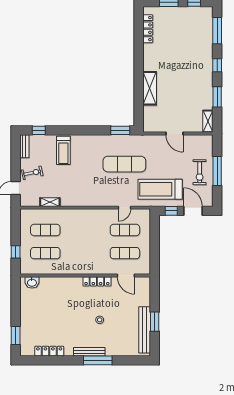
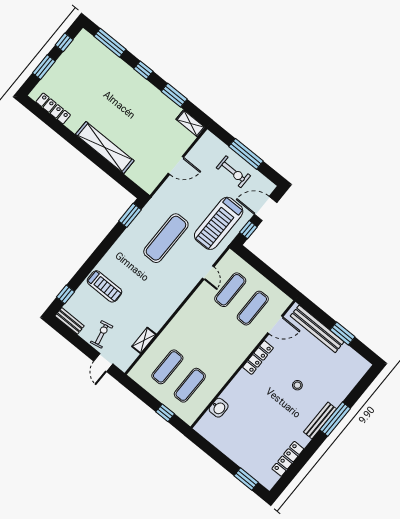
shelving: (150, 88) -> (105, 147), width x1.47
washbasin: (32, 282) -> (219, 408), moved
bench: (145, 330) -> (317, 329), moved

